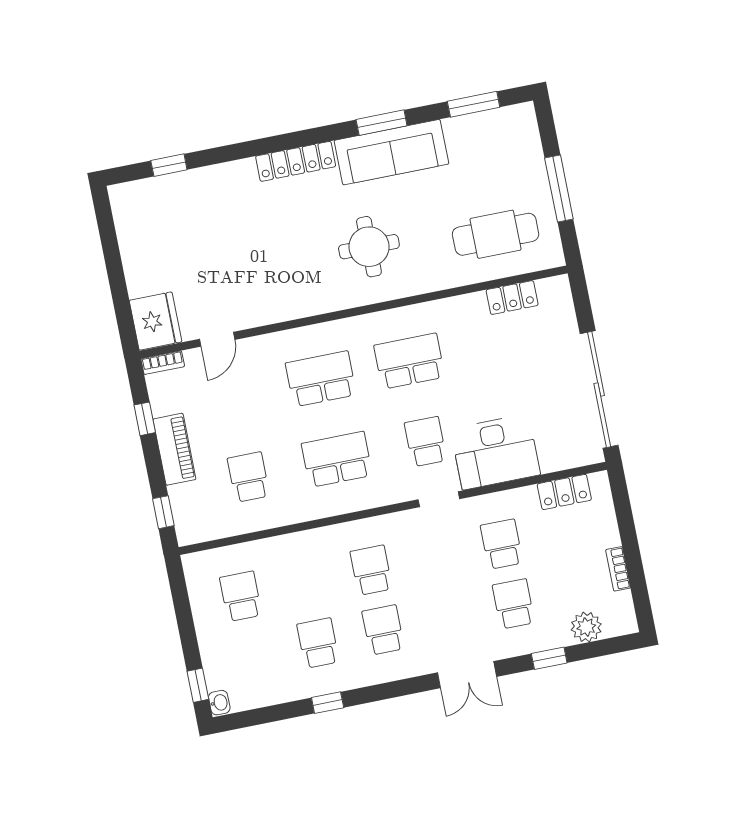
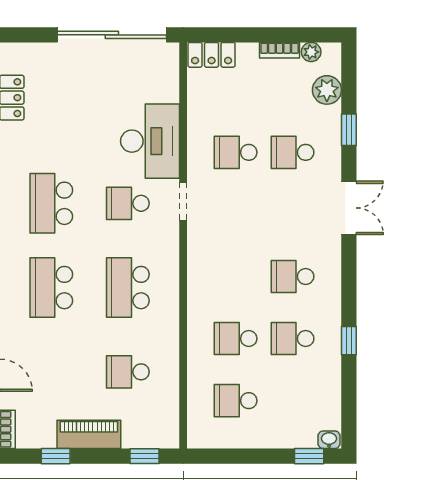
locker: (564, 492) -> (212, 55), moved, turned 90
school desk: (371, 570) -> (236, 339), moved
plant: (623, 602) -> (311, 52), added

